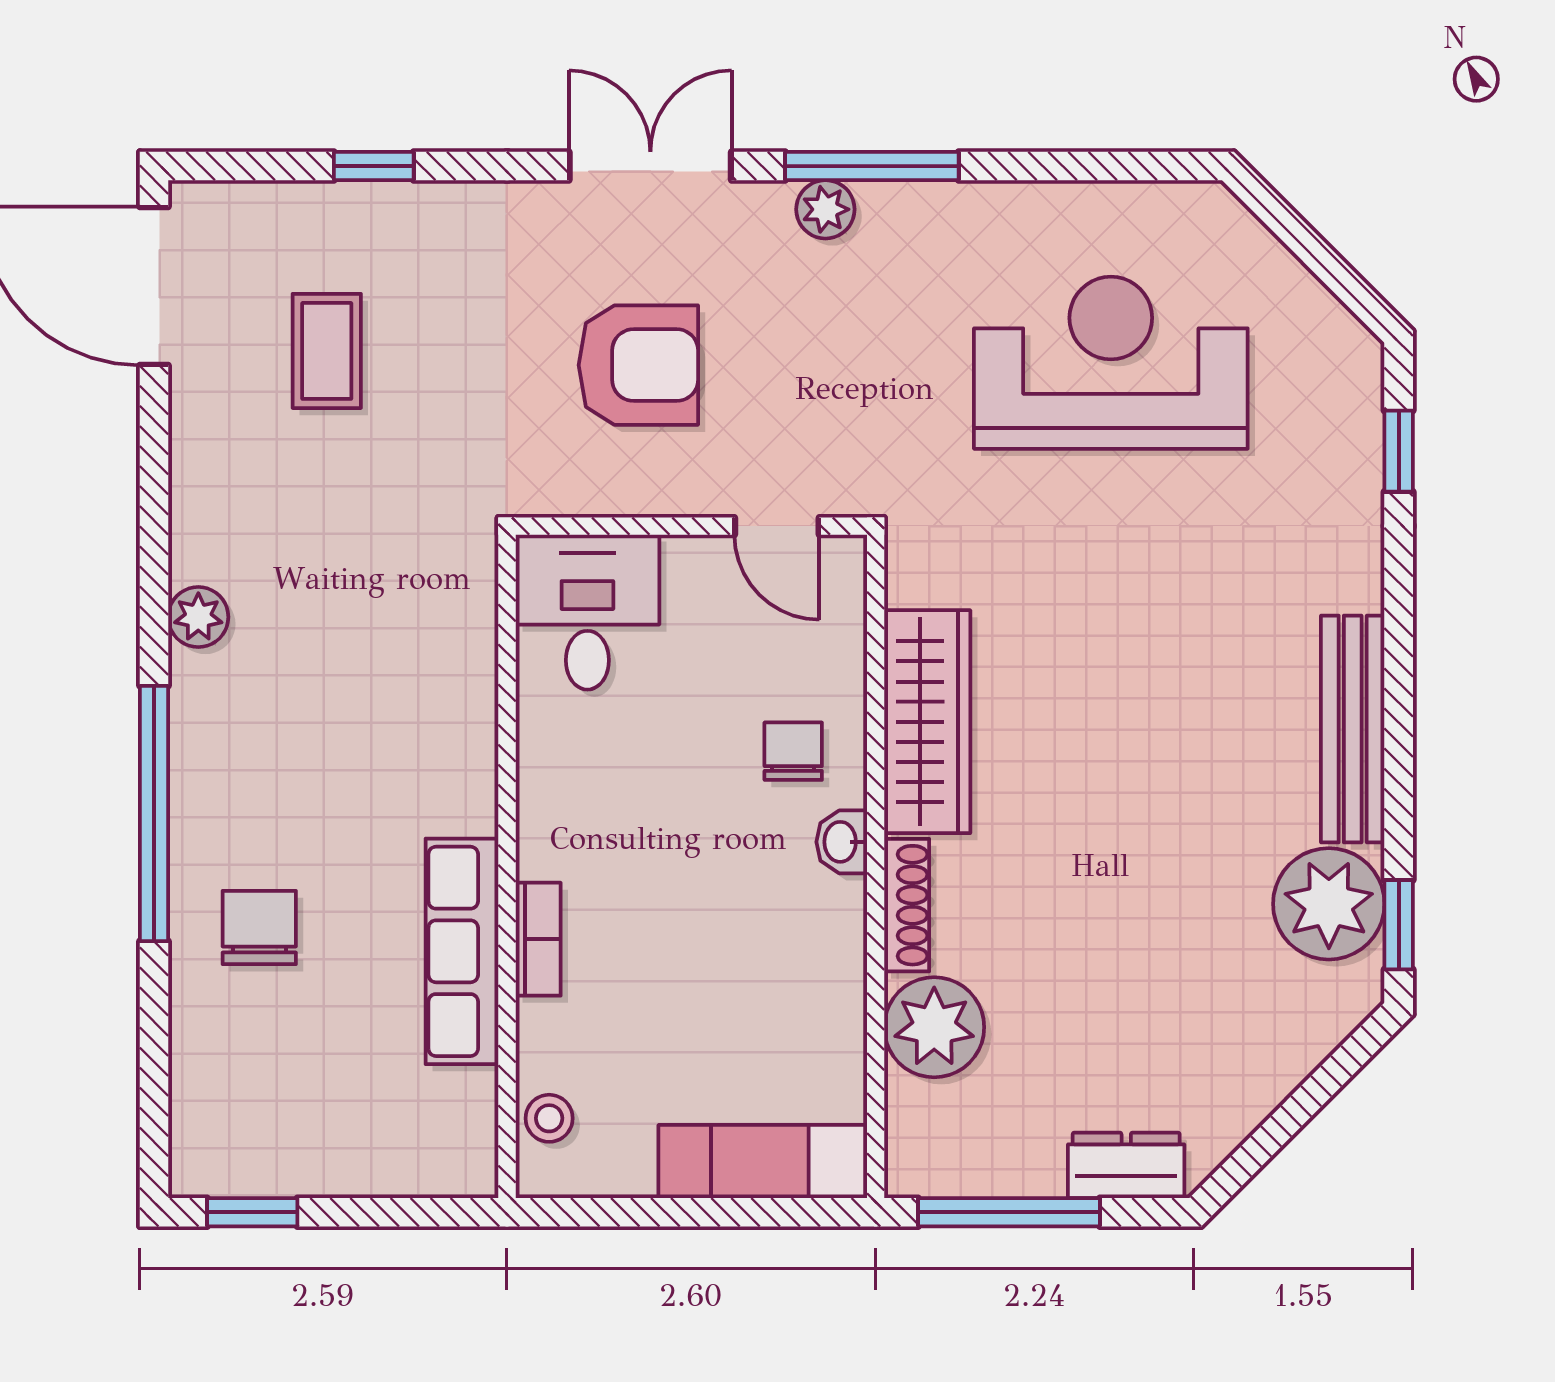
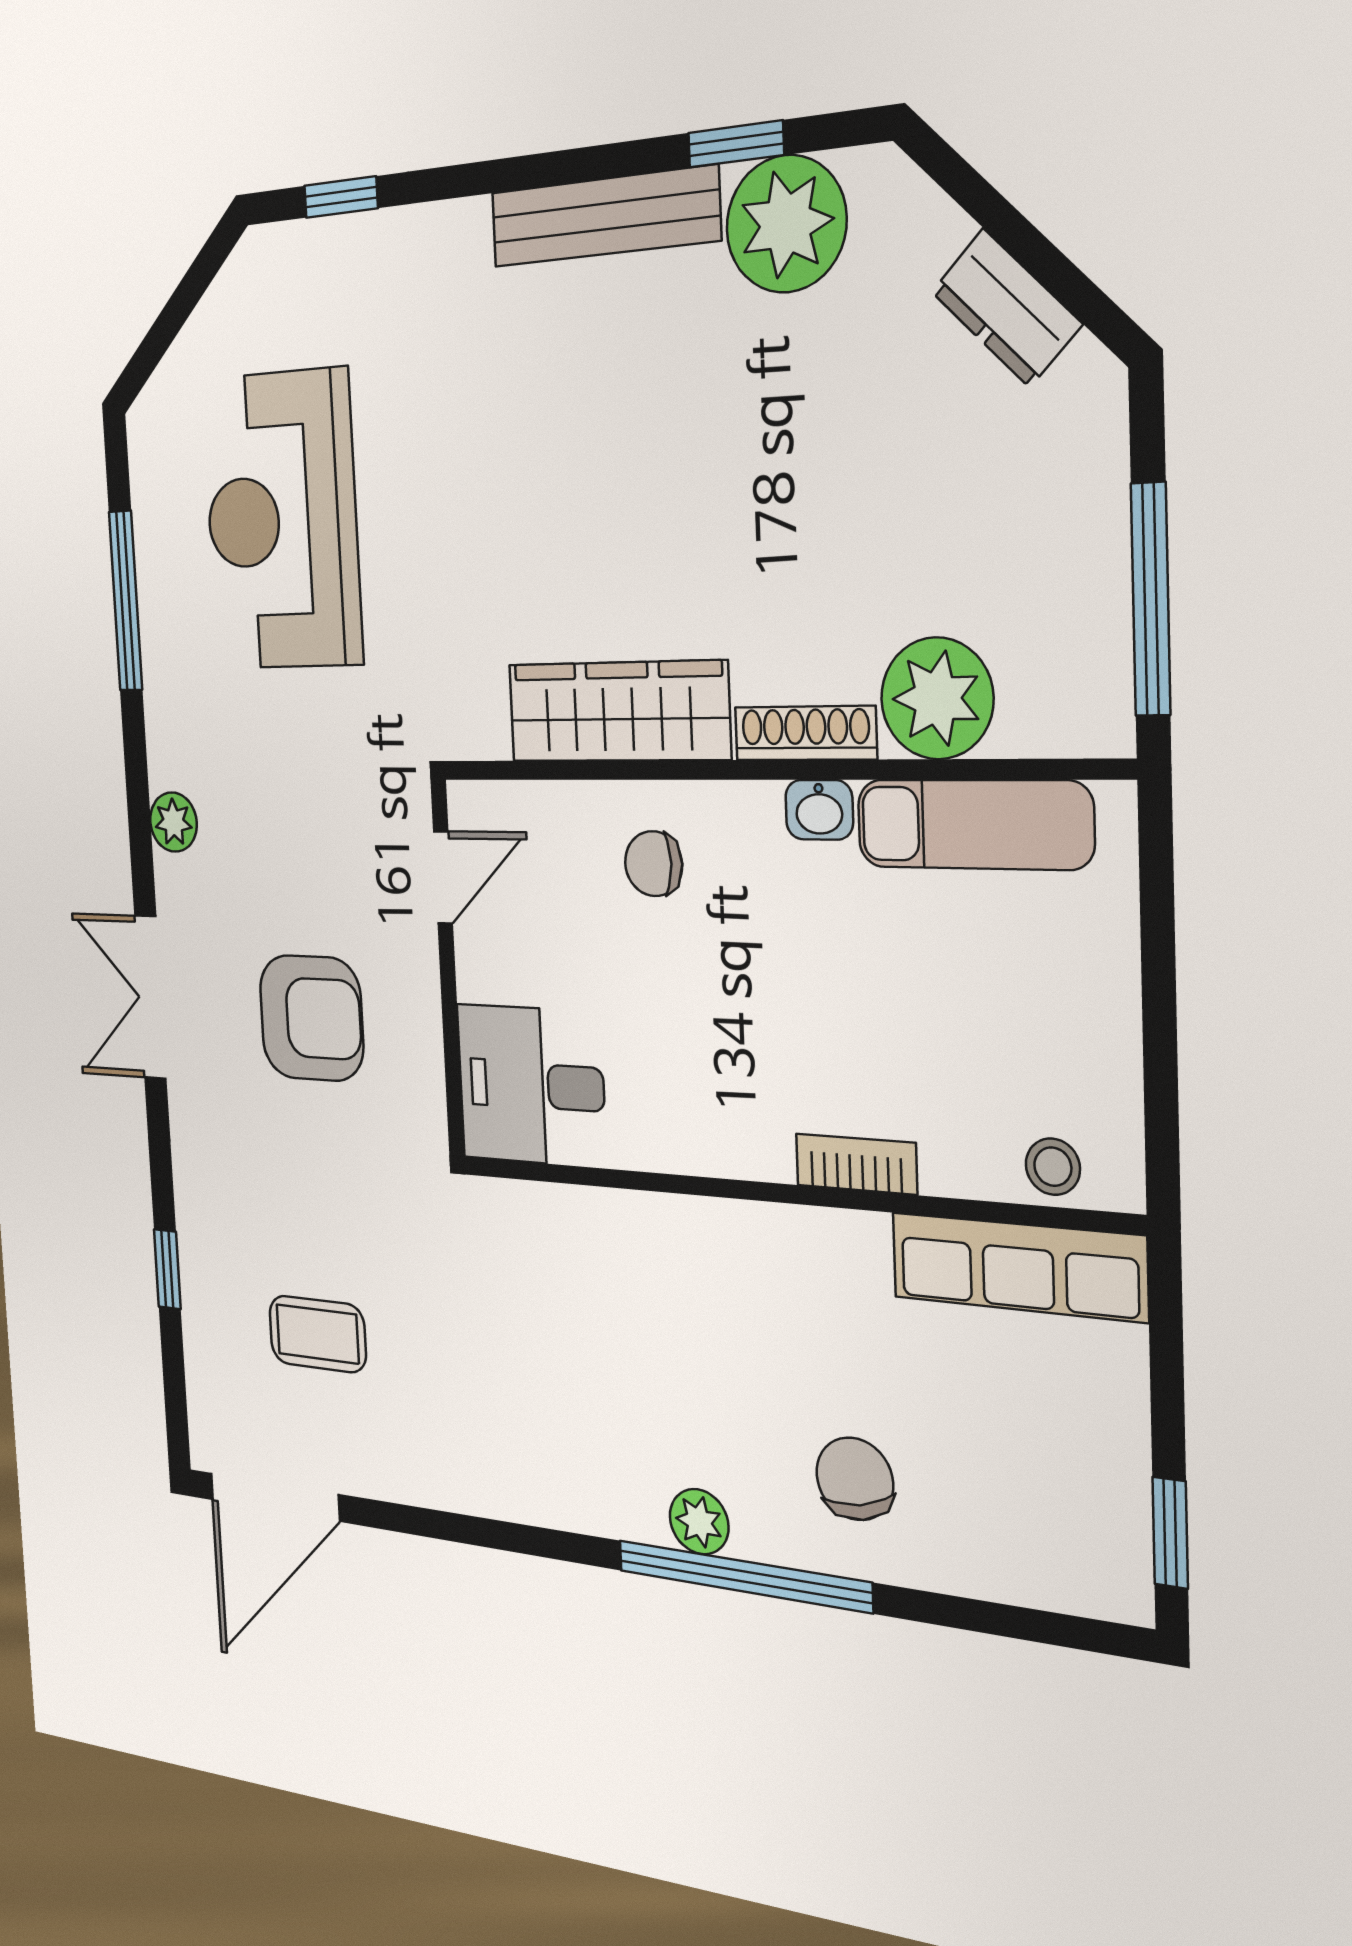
window: (872, 166) -> (126, 601), moved
armchair: (638, 365) -> (311, 1018), turned 90
plant: (198, 617) -> (699, 1522), moved
washbasin: (842, 842) -> (819, 810), moved
window: (1399, 925) -> (736, 144), moved
chair: (259, 927) -> (855, 1479), turned 79
row of seats: (462, 951) -> (1018, 1267), moved
exam couch: (763, 1161) -> (974, 824), moved, turned -90
dresser: (1126, 1165) -> (1006, 308), moved, turned -45

